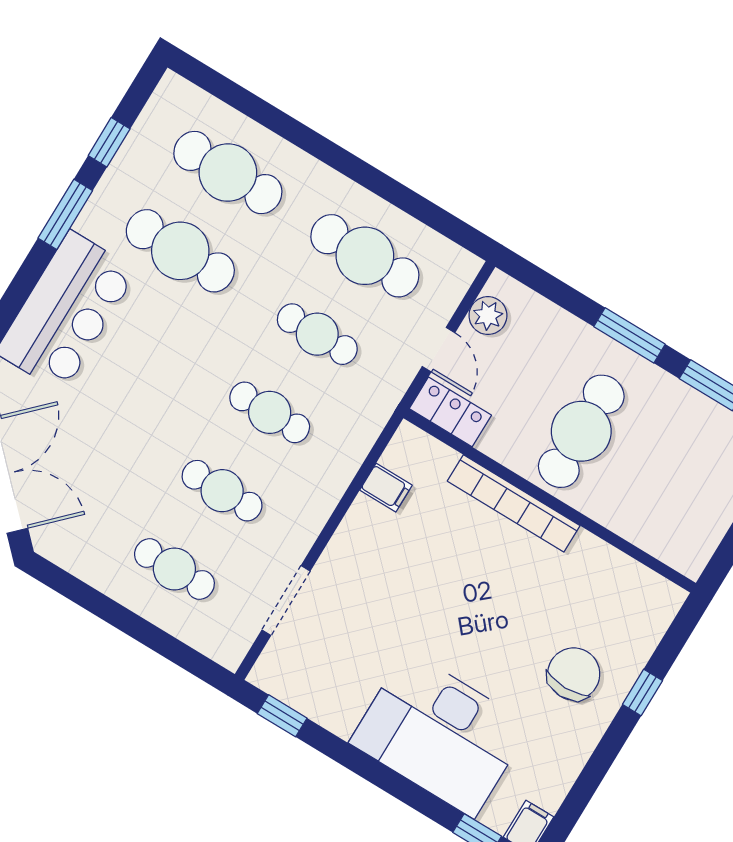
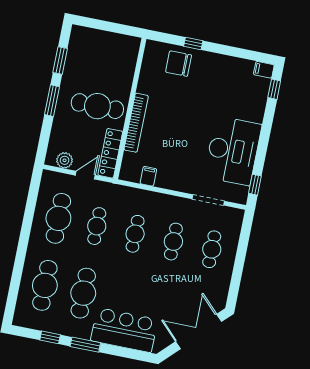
locker: (450, 412) -> (110, 153), width x1.53
chair: (574, 674) -> (178, 64), moved
desk: (440, 734) -> (233, 151), moved

